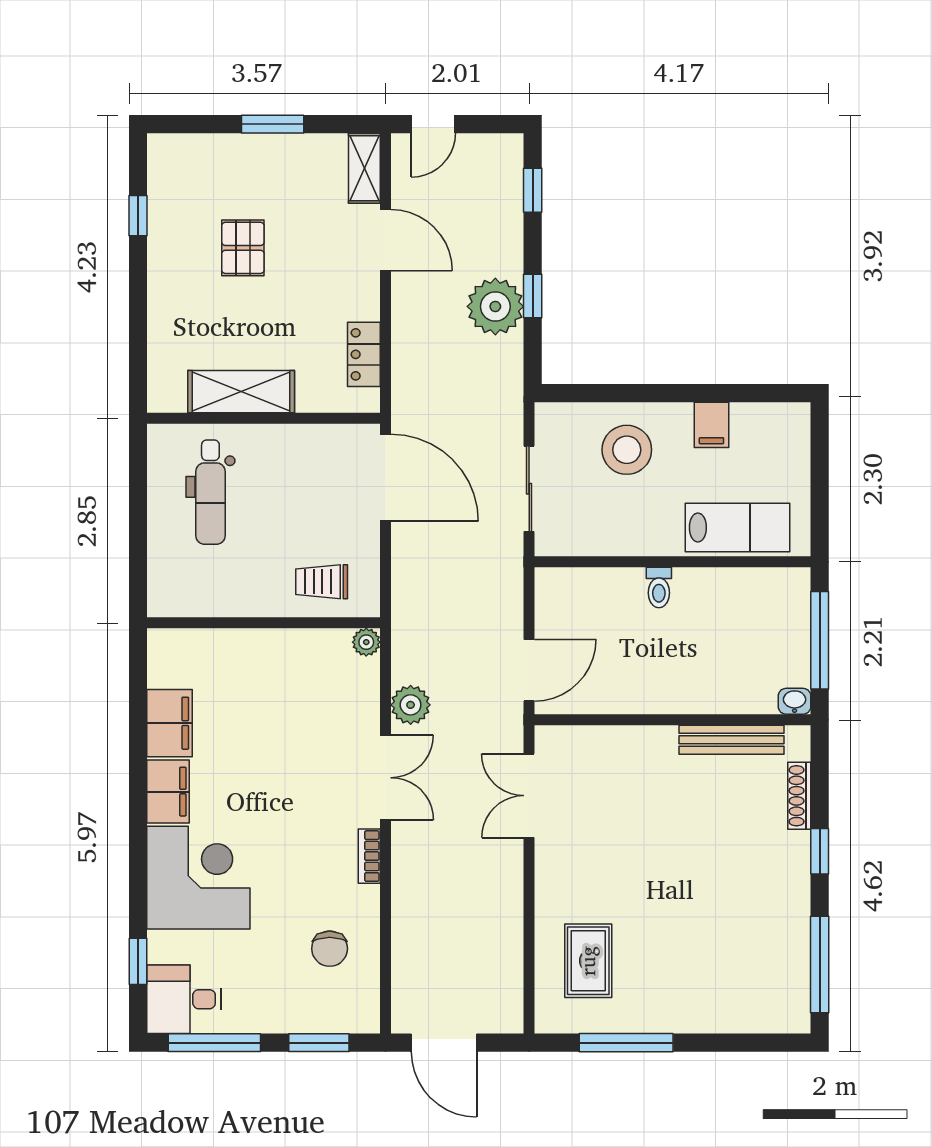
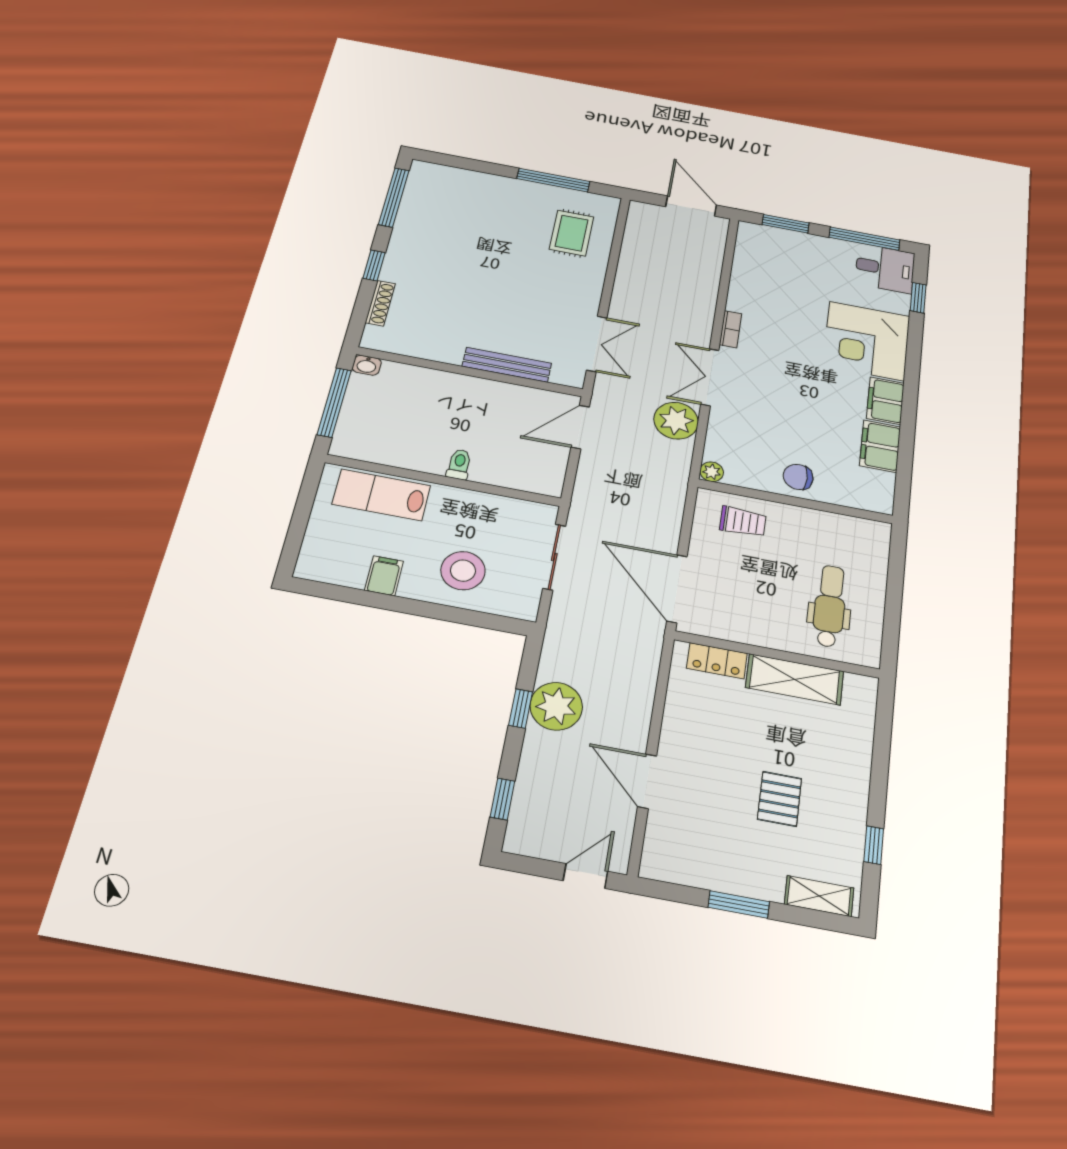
shelving: (364, 168) -> (819, 896), moved, turned 90
locker: (364, 354) -> (717, 661), moved, turned 90
plant: (411, 705) -> (676, 421), width x1.36, depth x1.36
bench: (732, 740) -> (507, 365), moved
chair: (330, 949) -> (798, 477), moved, turned -90

